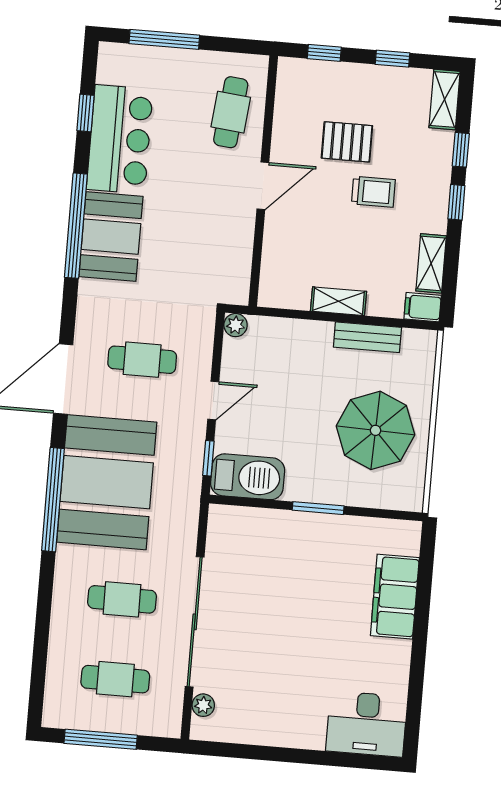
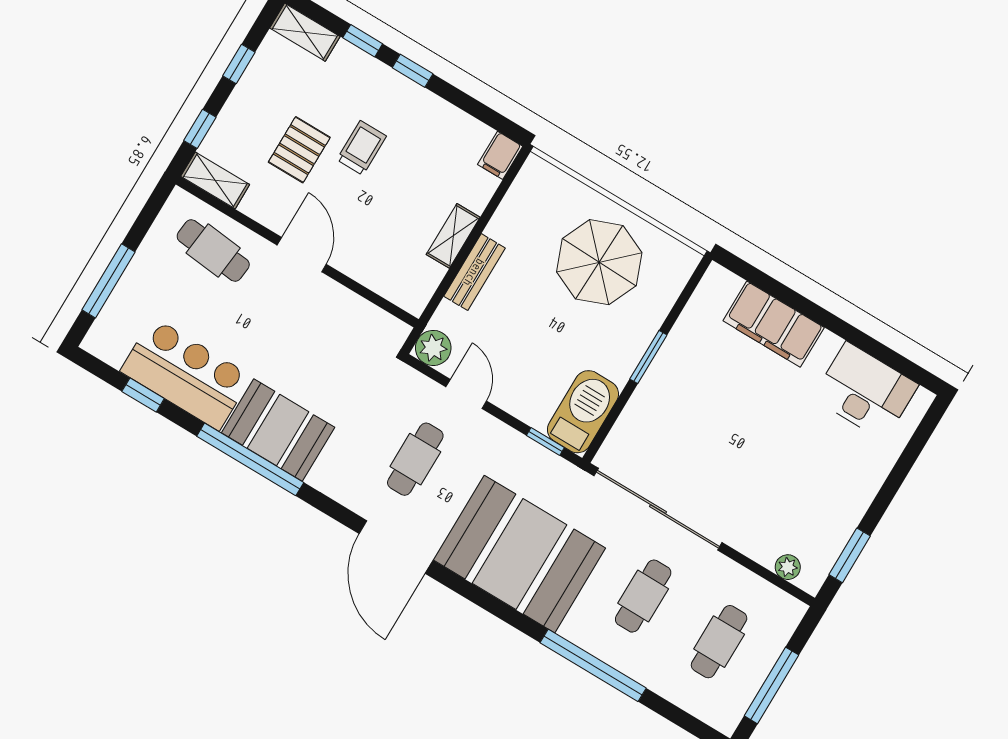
shelving: (431, 263) -> (215, 180), moved
plant: (236, 325) -> (433, 348), width x1.38, depth x1.38
bench: (367, 337) -> (474, 272), moved
door: (213, 400) -> (466, 394), moved
window: (53, 500) -> (593, 665), moved
sliding door: (195, 622) -> (658, 509), moved
desk: (367, 724) -> (865, 391), moved, turned -90
window: (238, 751) -> (850, 555), added

